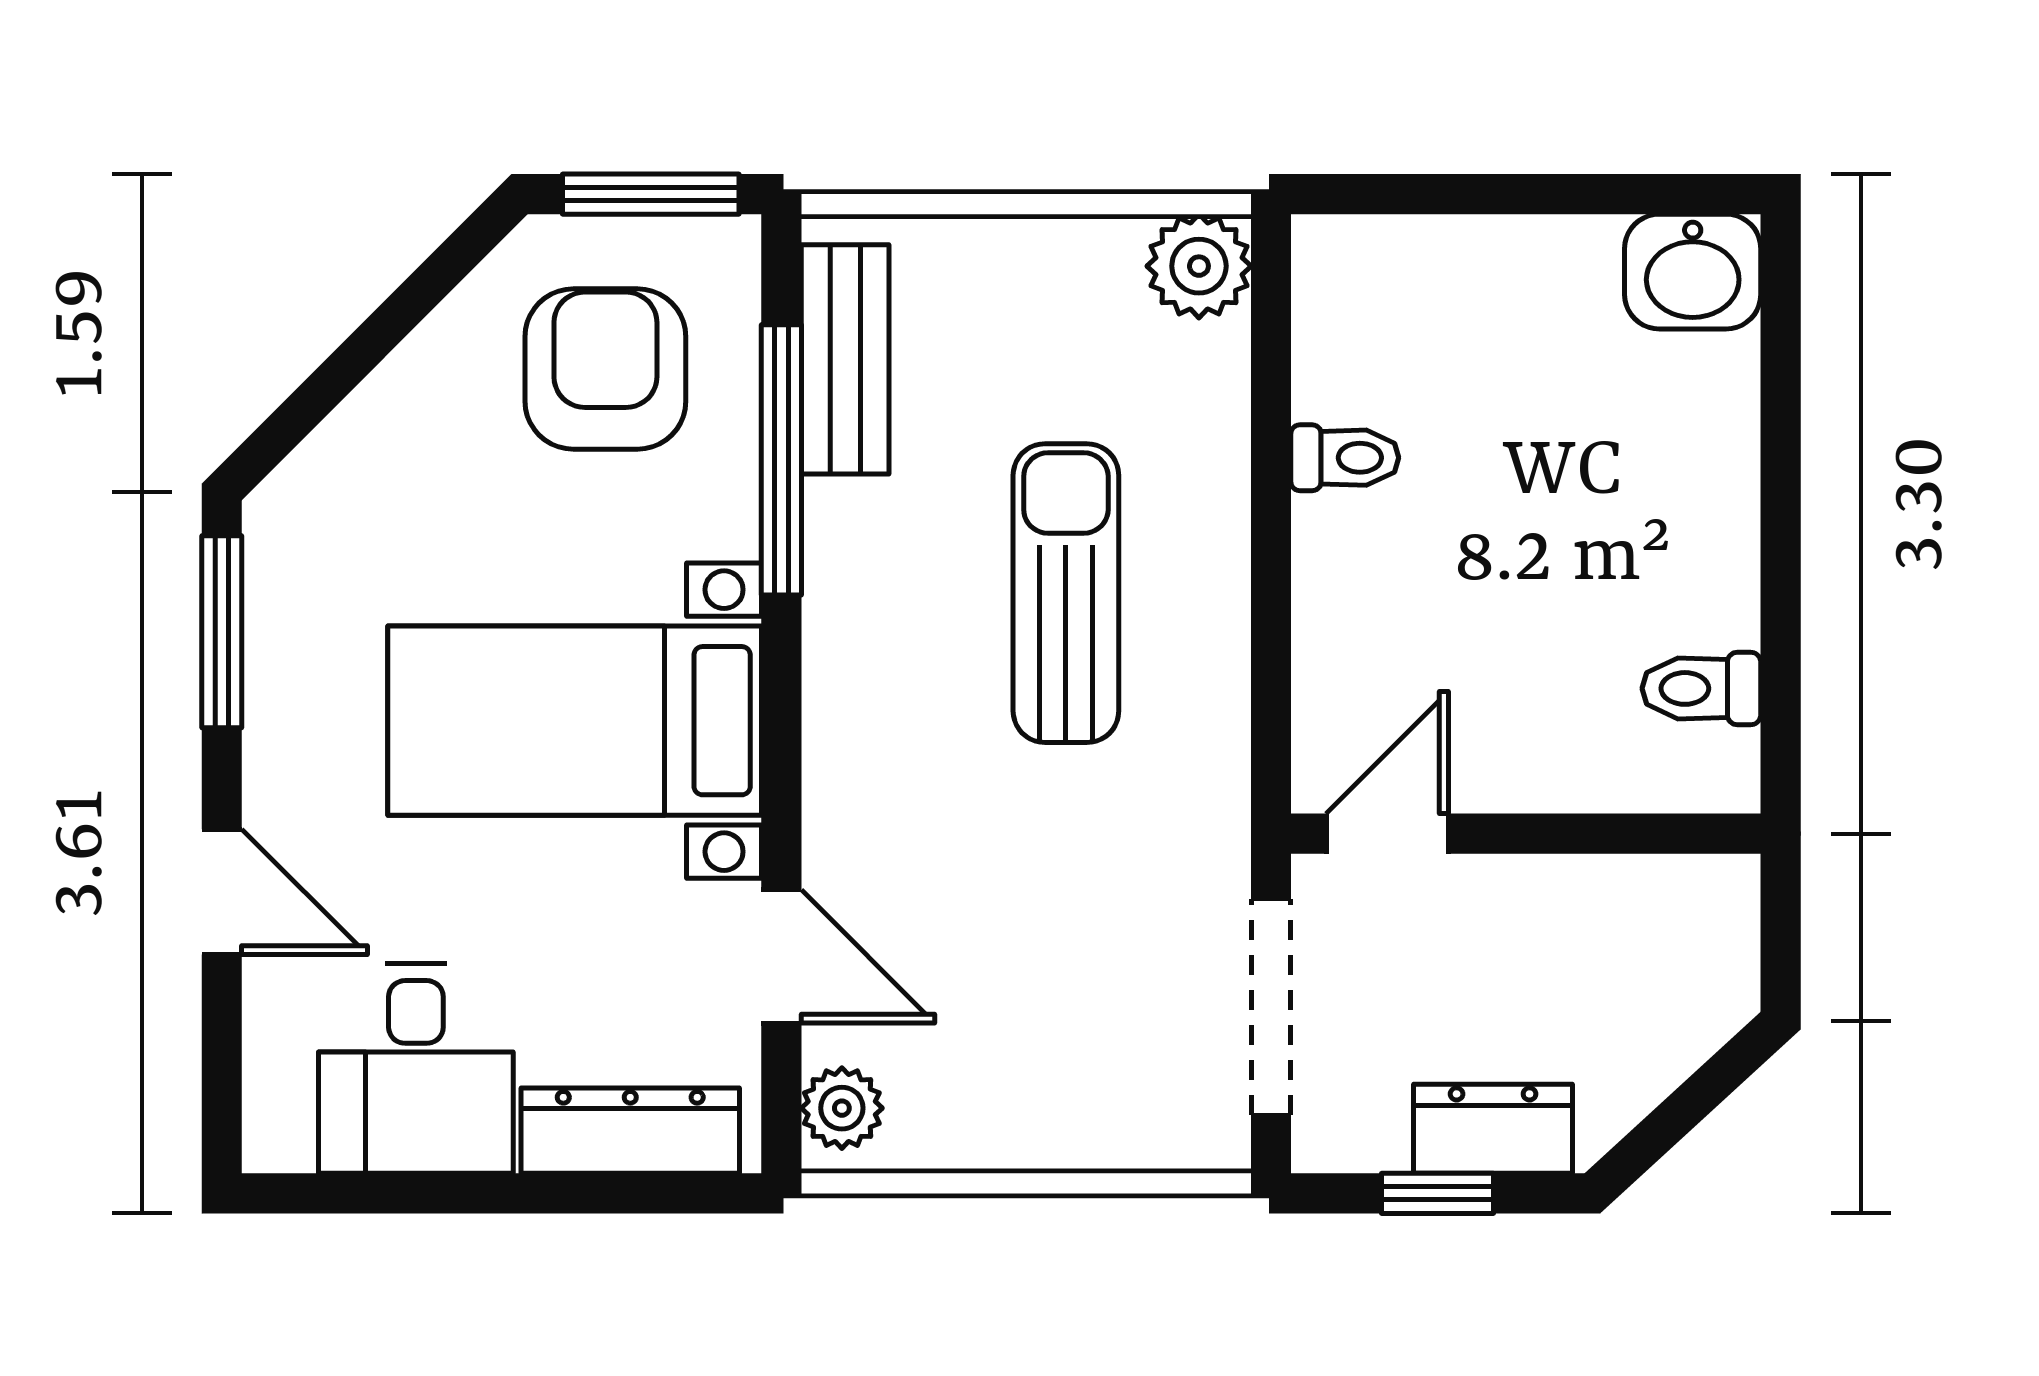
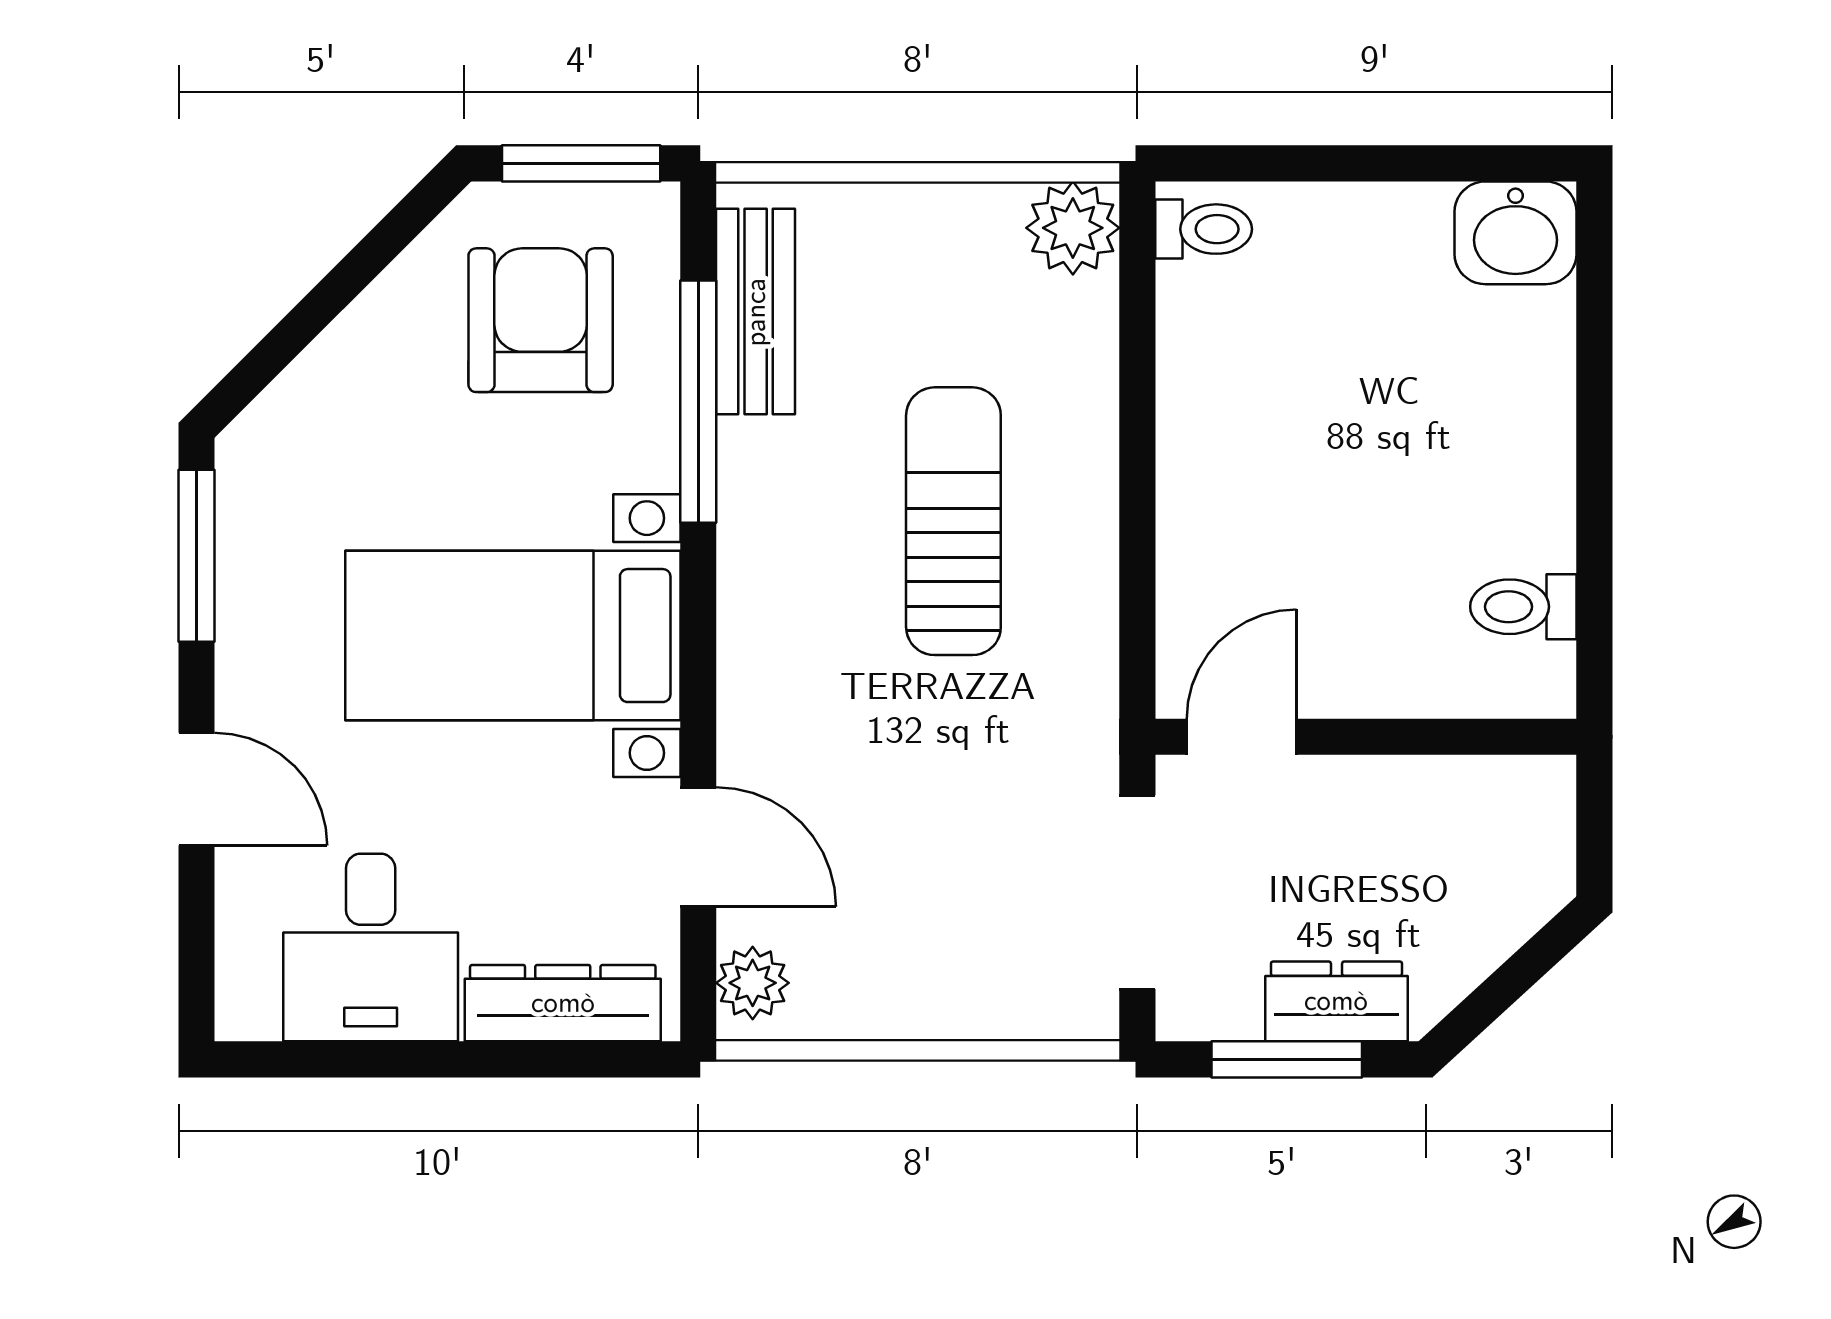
toilet: (1345, 458) -> (1204, 229), moved
window: (1438, 1193) -> (1287, 1059), width x1.50

